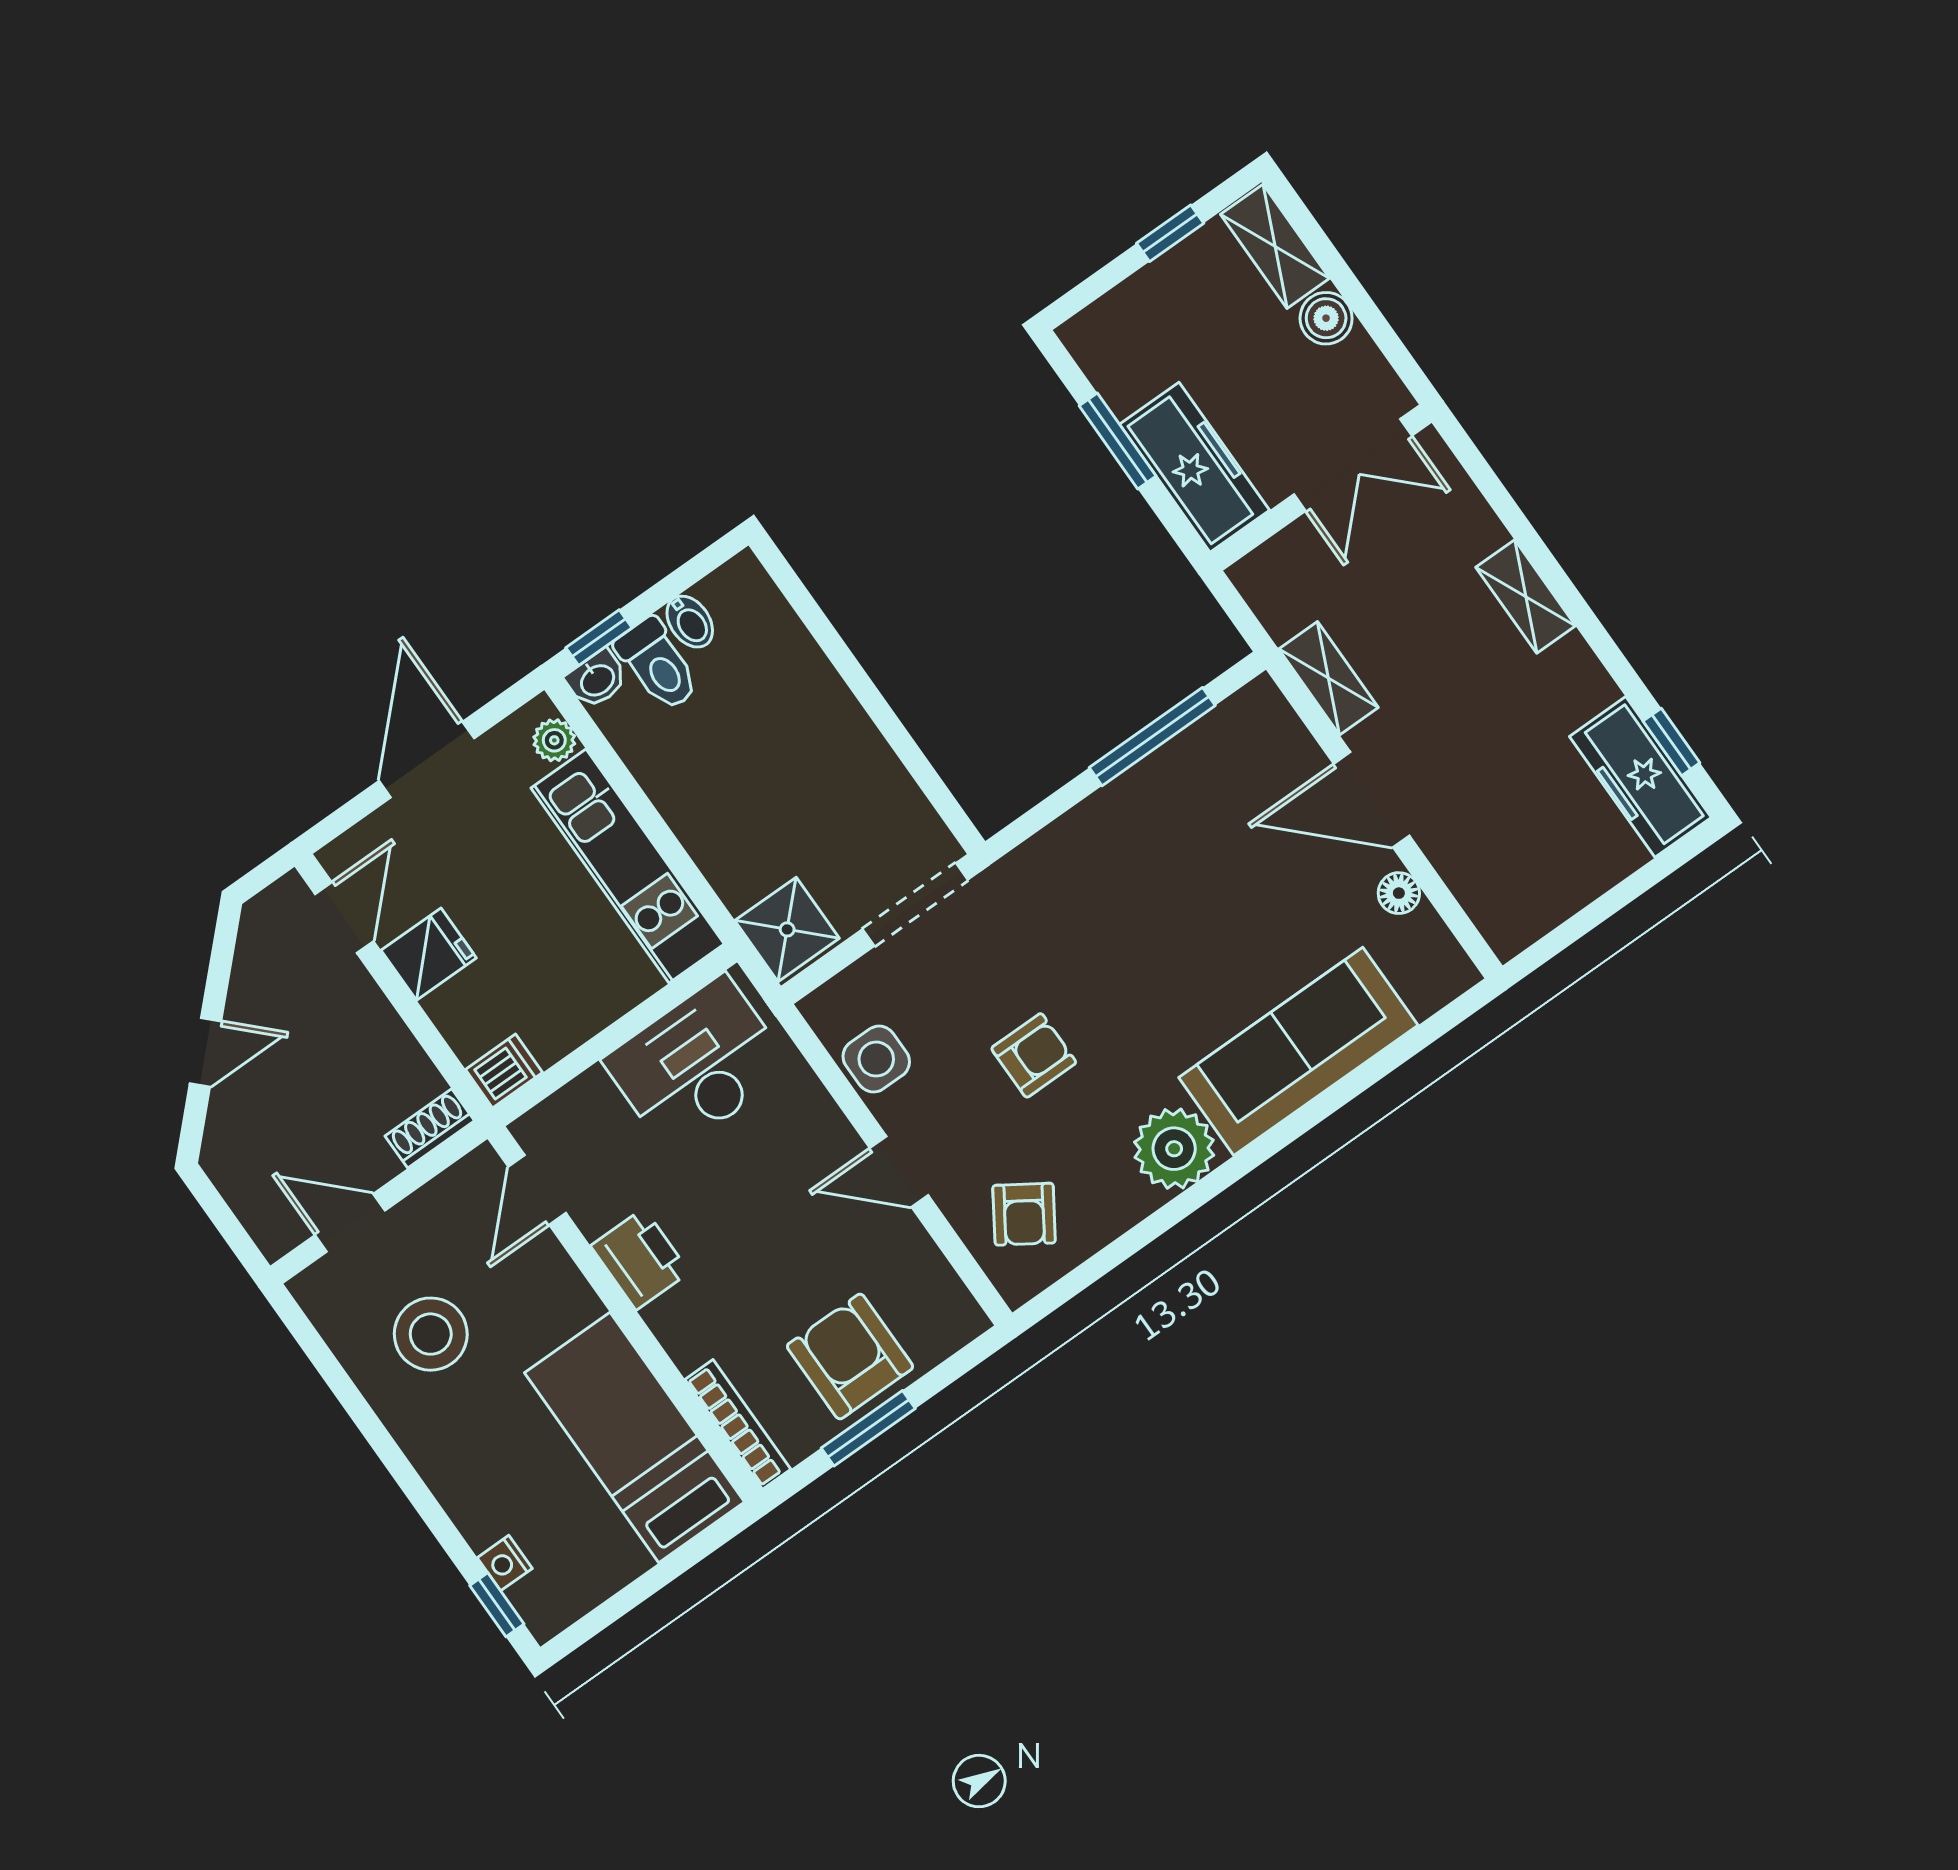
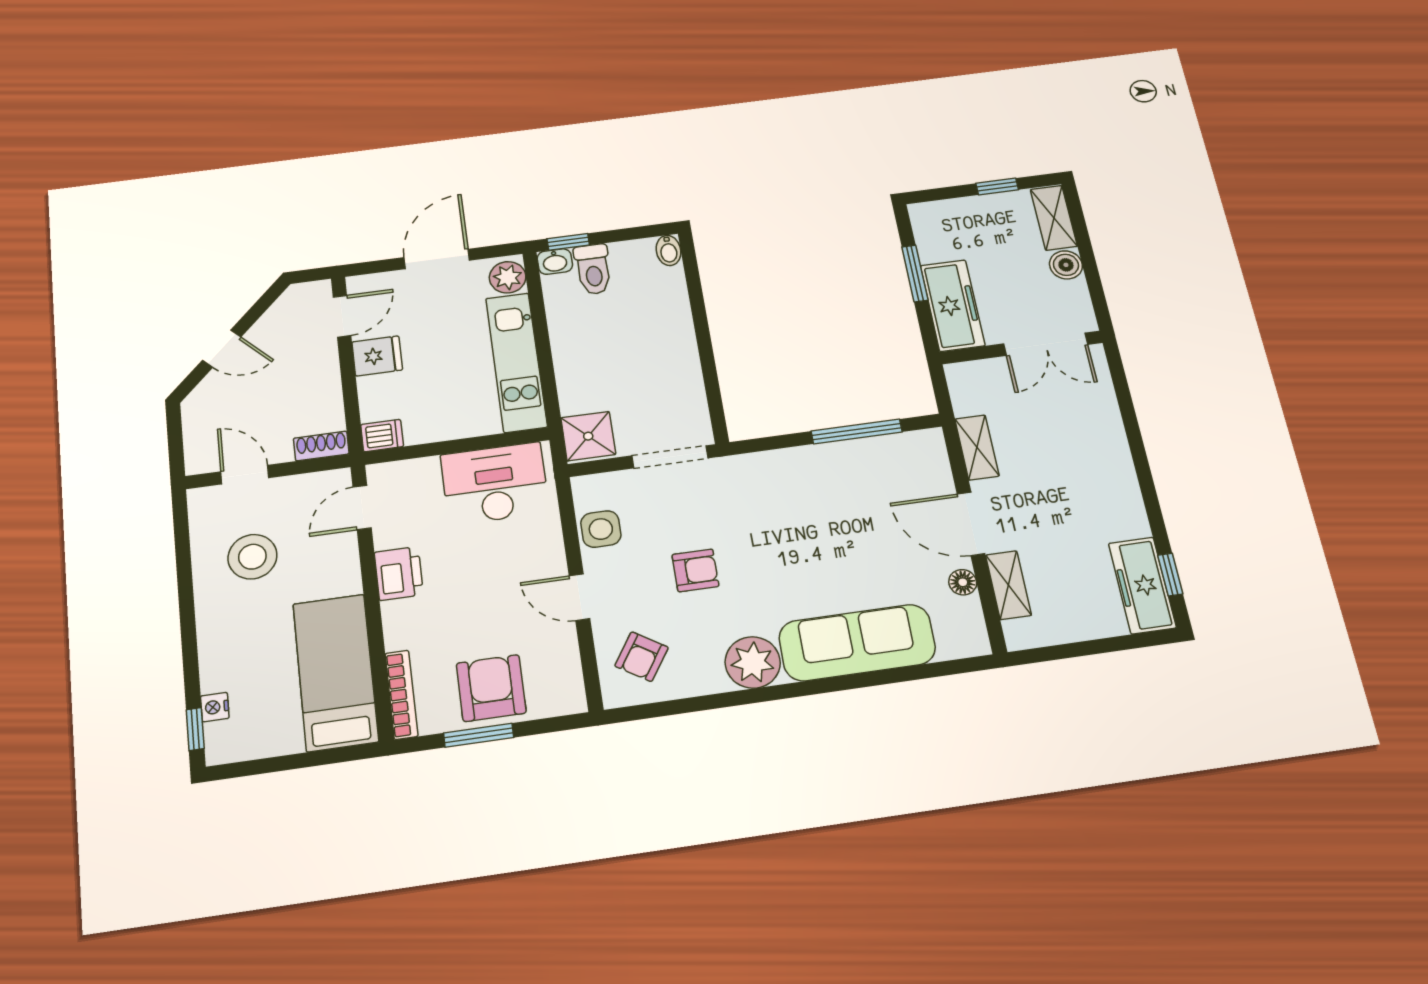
shelving: (1526, 596) -> (1008, 585), moved
bidet: (690, 622) -> (669, 250), moved
plant: (554, 740) -> (508, 277), width x1.38, depth x1.38

